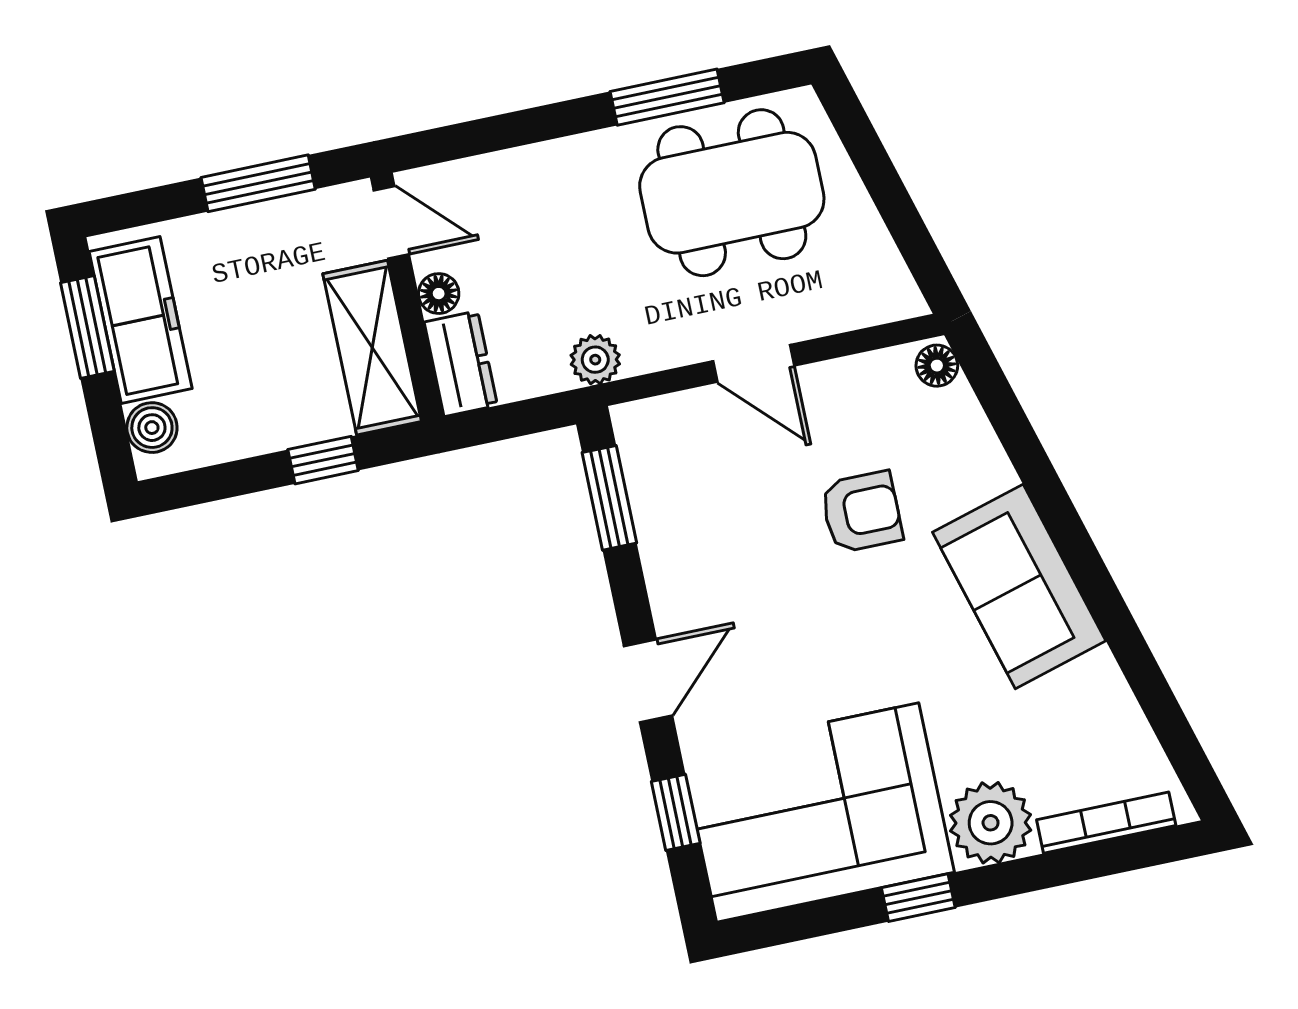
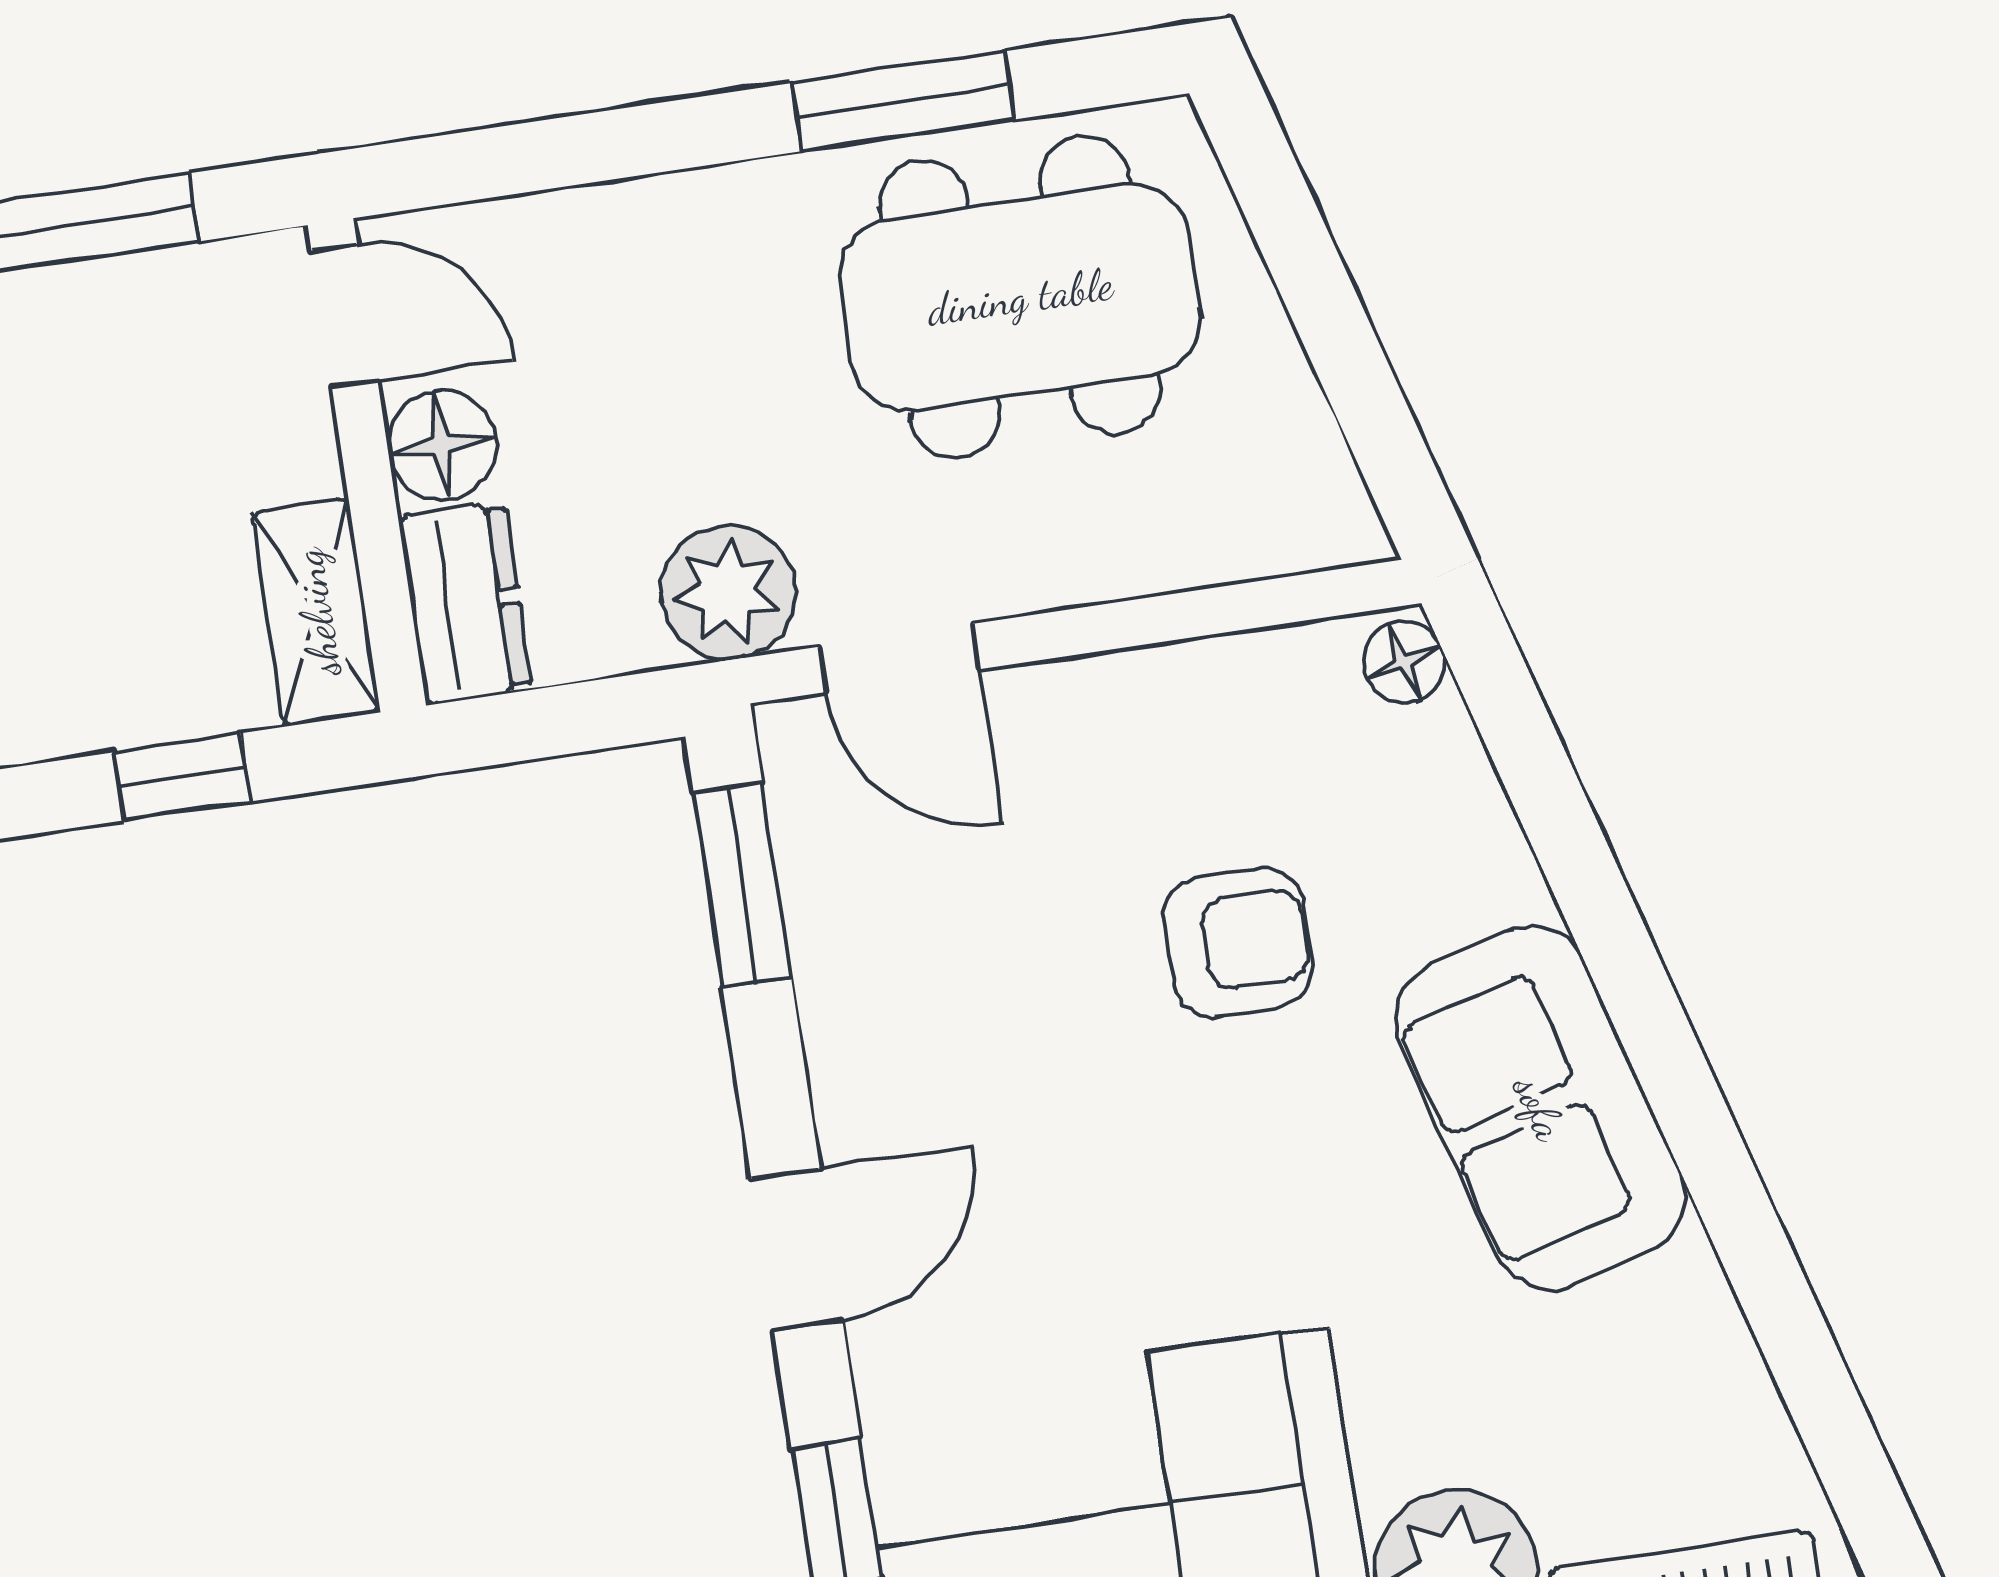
floor lamp: (439, 294) -> (442, 445), width x1.37, depth x1.37
shelving: (372, 348) -> (316, 612), width x0.67, depth x0.75
plant: (595, 360) -> (728, 592), width x1.38, depth x1.38
door: (754, 363) -> (899, 658), moved

